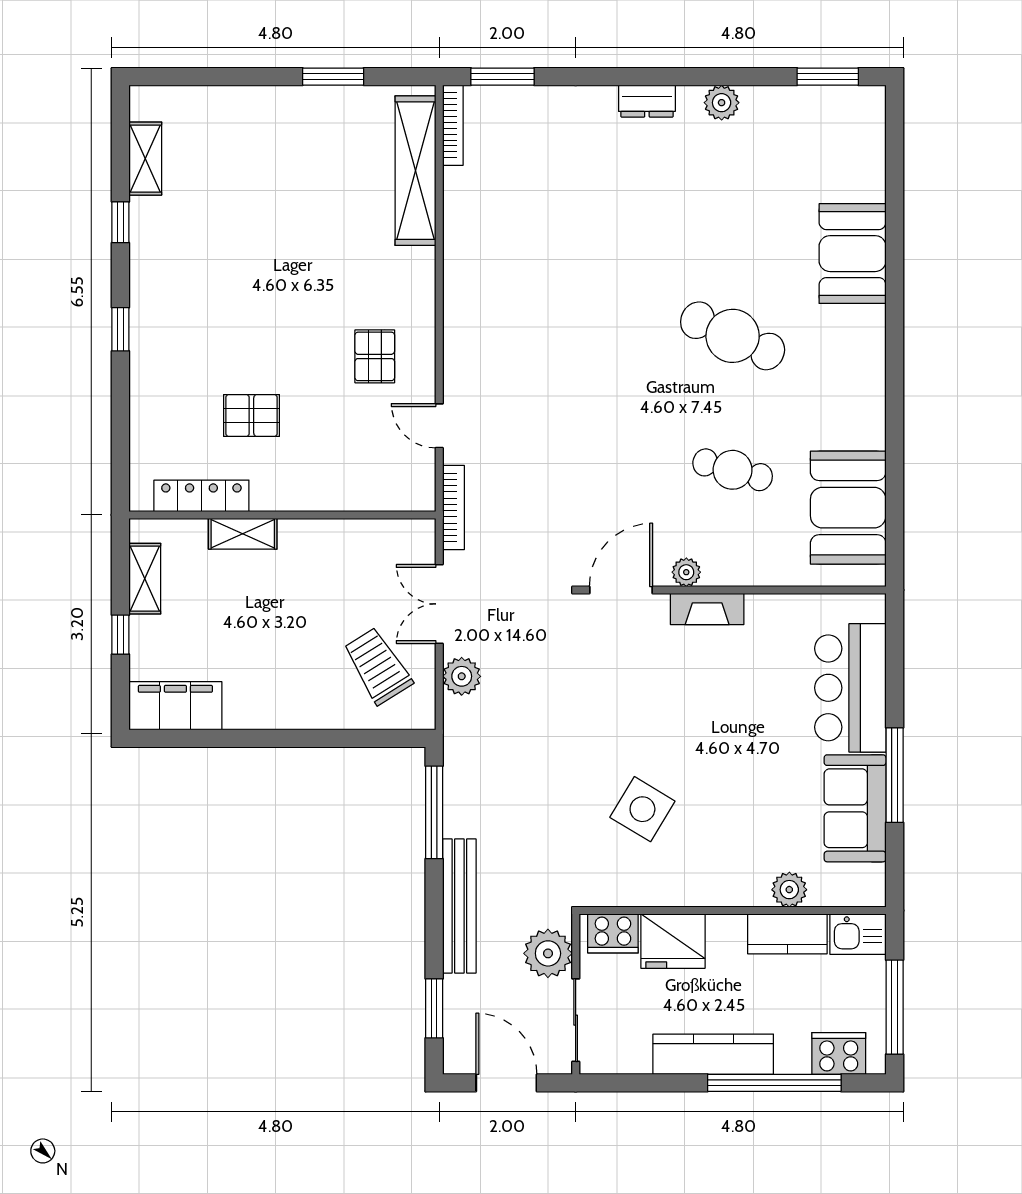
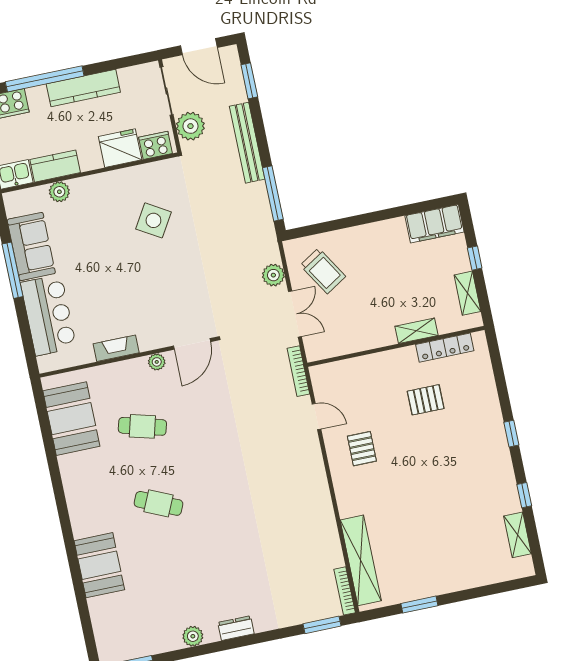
cafe table: (733, 336) -> (158, 503), width x0.73, depth x0.74
fireplace: (707, 609) -> (116, 348), moved

